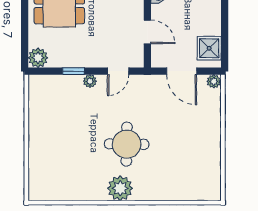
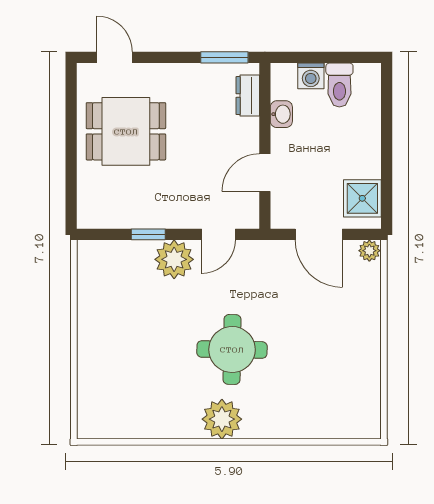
door: (147, 32) -> (265, 173), swing flipped
plant: (38, 58) -> (92, 213), removed
plant: (90, 81) -> (174, 259), width x1.87, depth x1.87

